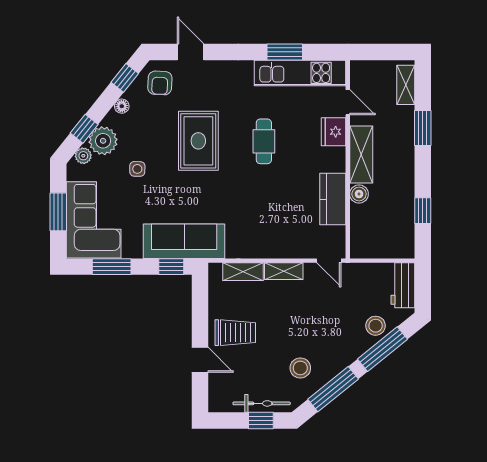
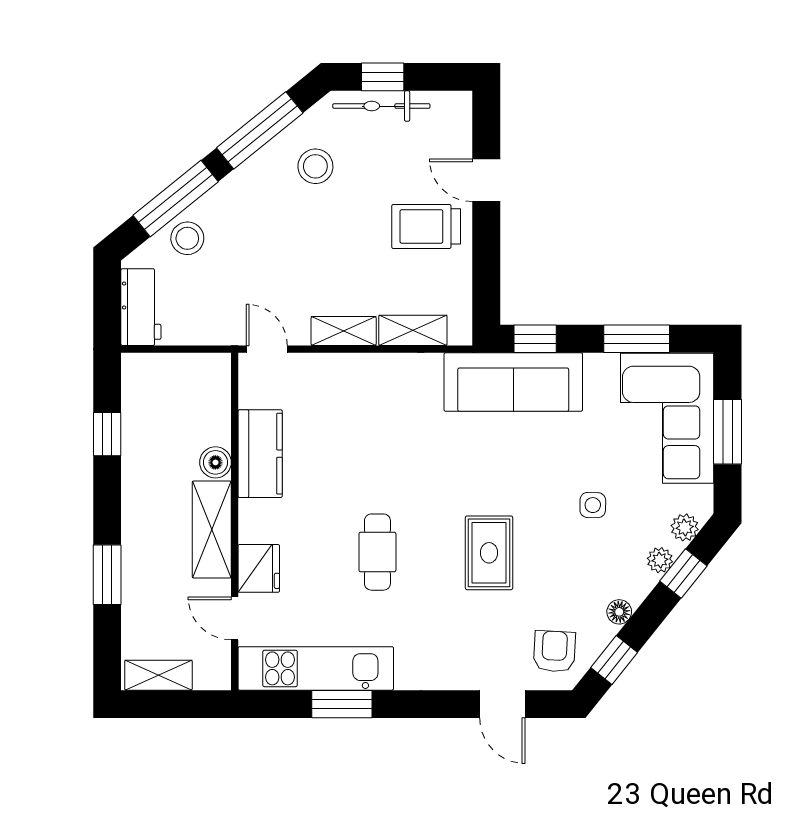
shelving: (406, 85) -> (158, 675), moved, turned 90
plant: (103, 141) -> (660, 560), width x0.53, depth x0.53
rug: (198, 141) -> (489, 553), width x0.73, depth x0.70

